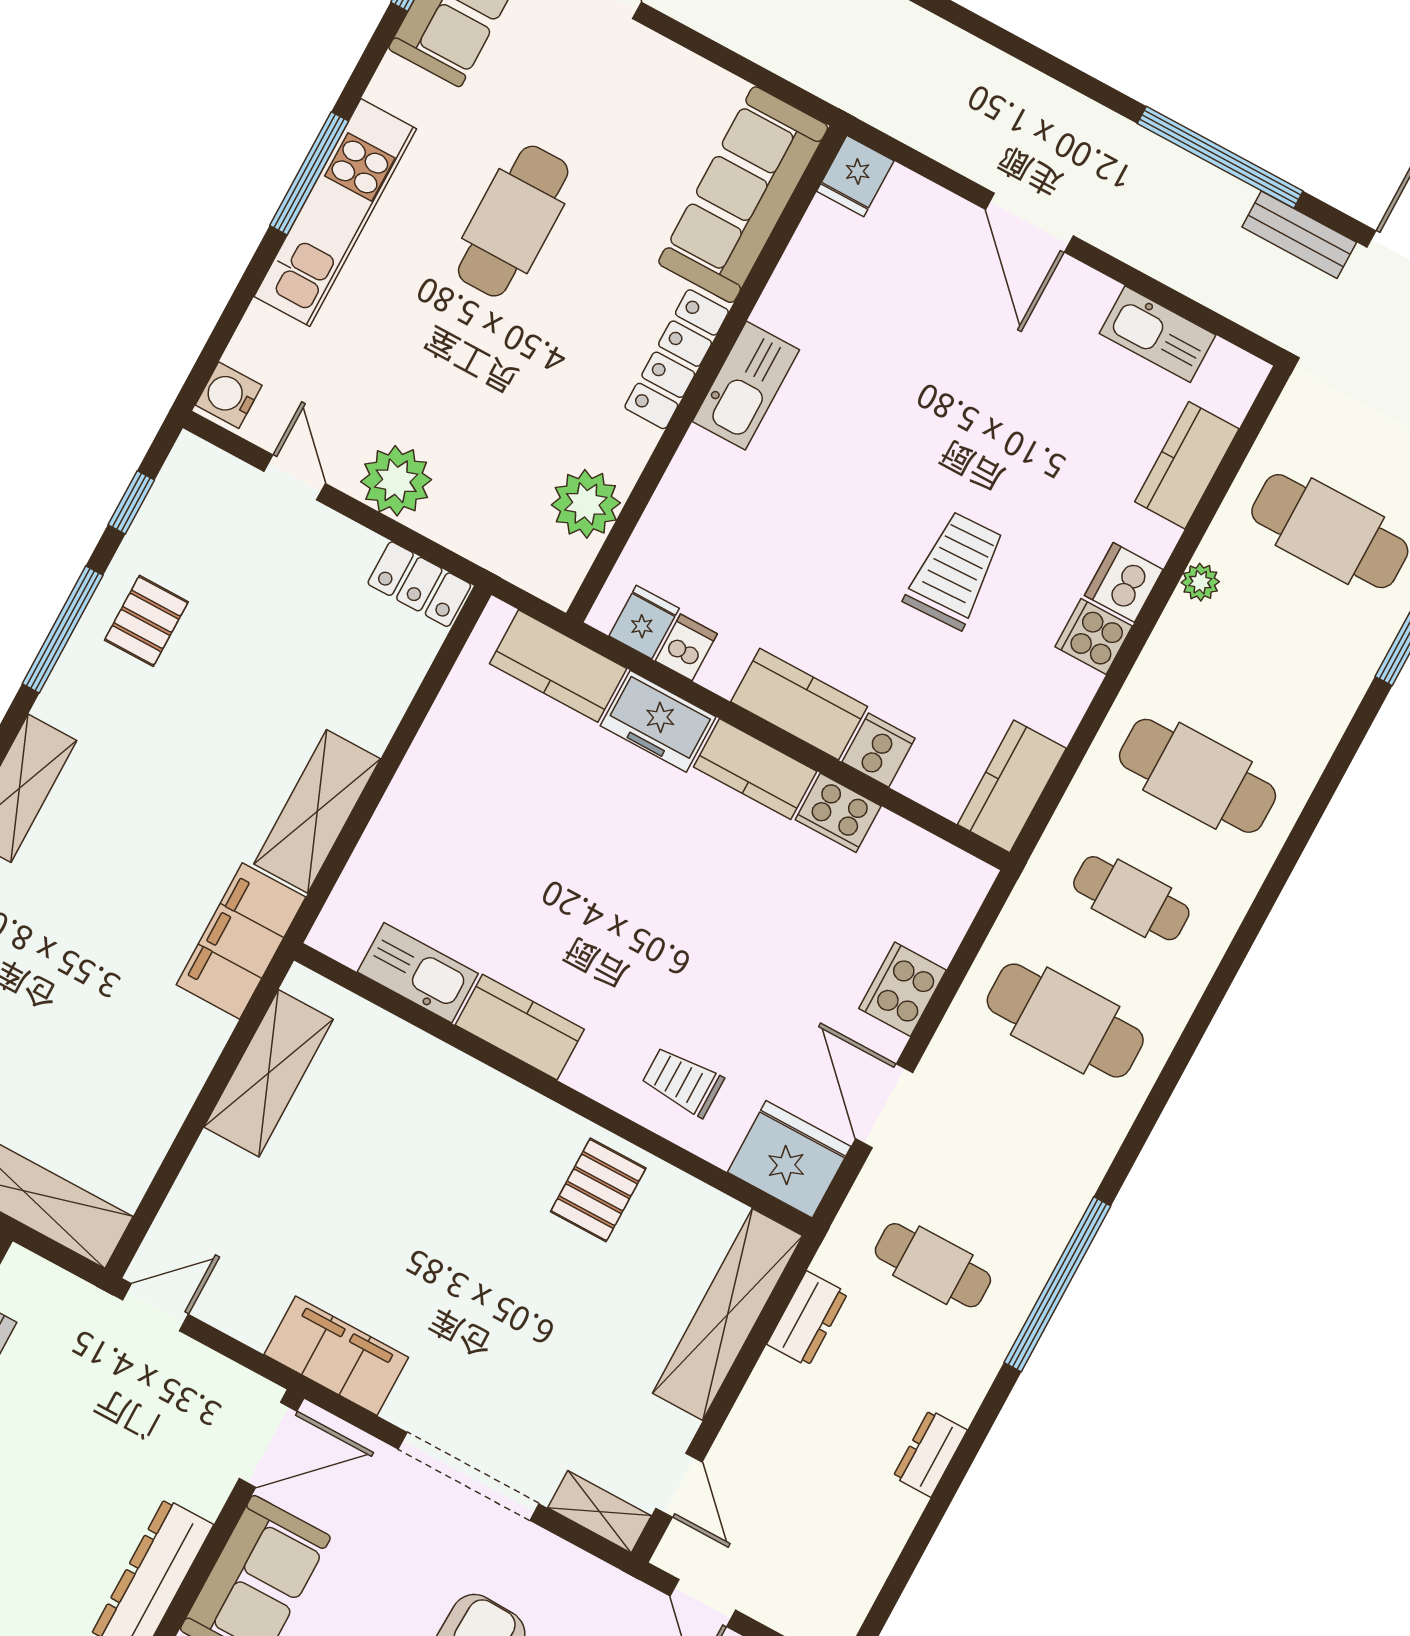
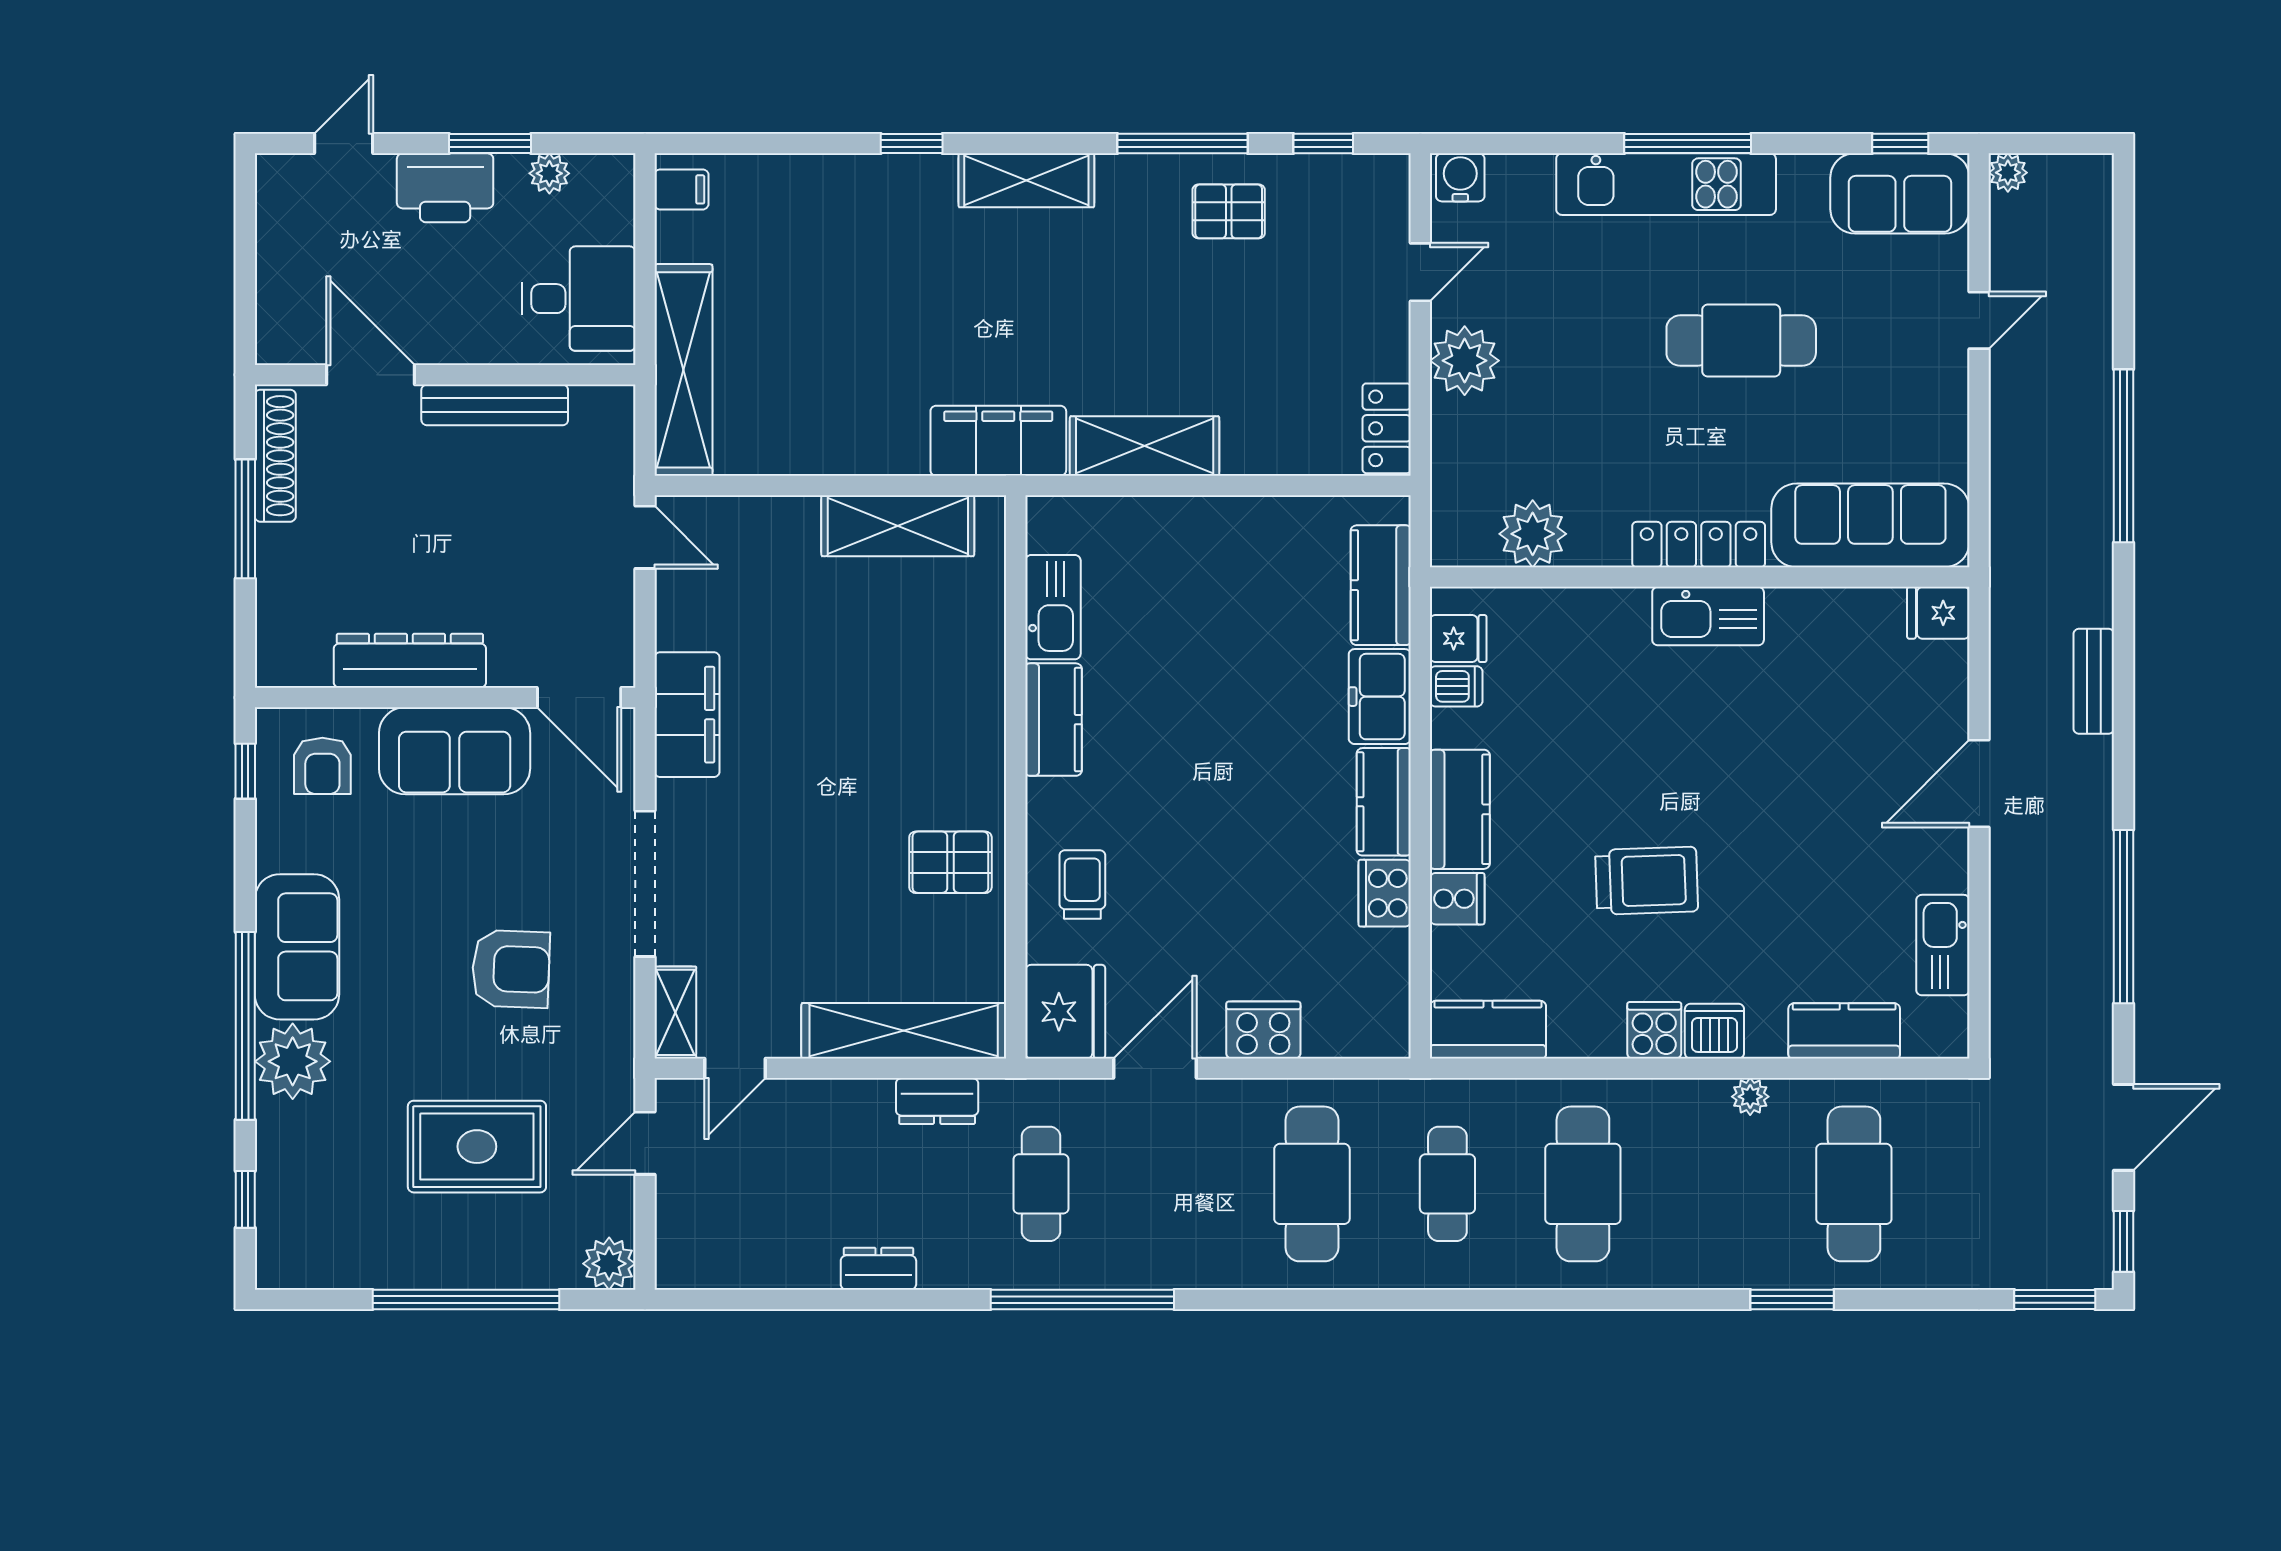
bench: (1299, 235) -> (2094, 681), moved

